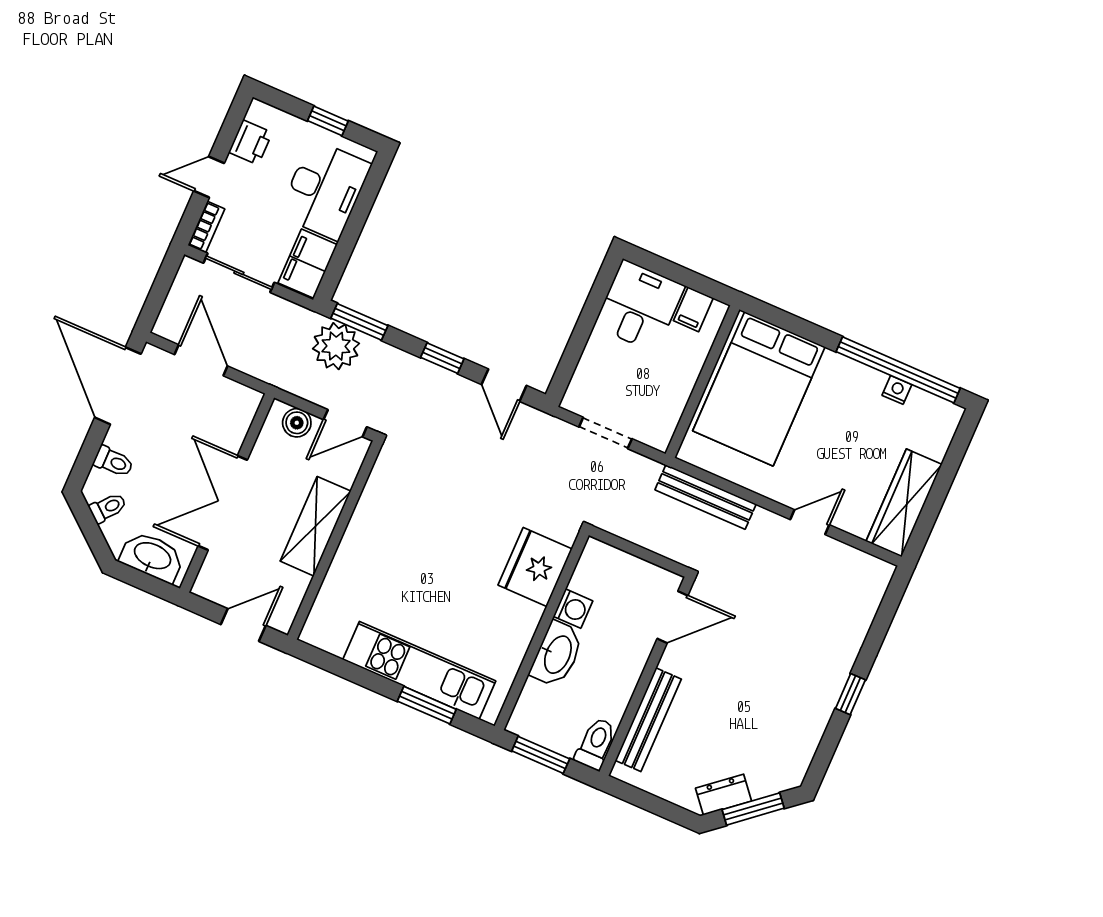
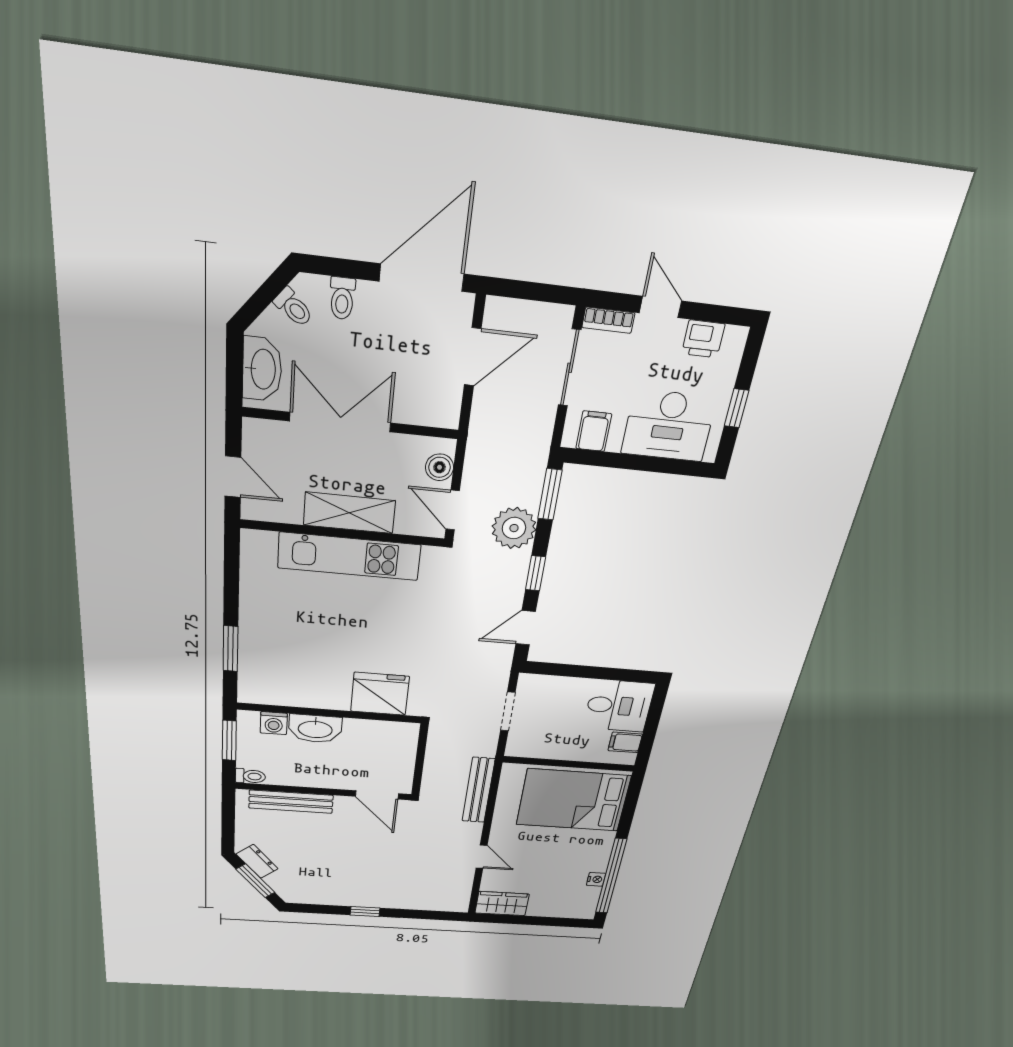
filing cabinet: (308, 264) -> (594, 431), width x0.50
plant: (336, 346) -> (514, 528), moved
wardrobe: (904, 503) -> (502, 904), width x0.67
washing machine: (573, 609) -> (274, 723), moved
kitchen unit: (419, 670) -> (349, 556), moved, turned 90
toilet: (596, 744) -> (250, 776), width x0.73, depth x0.72

